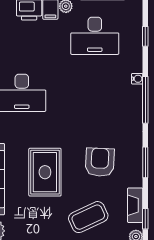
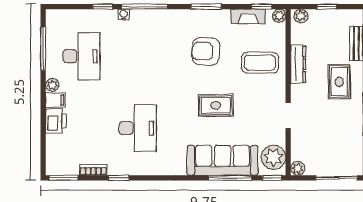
window: (145, 36) -> (103, 7), moved
rug: (45, 172) -> (216, 105), width x0.73, depth x0.70
coffee table: (88, 217) -> (260, 63), turned -65

